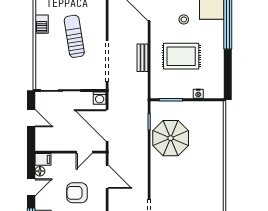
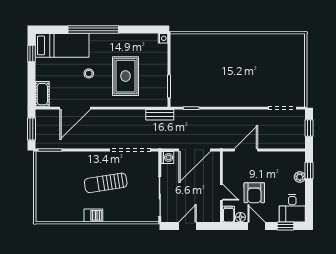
bench: (142, 58) -> (160, 115), moved
nightstand: (198, 94) -> (163, 38), moved
parasol: (171, 138) -> (207, 87), removed
door: (84, 152) -> (221, 192), moved
armchair: (77, 193) -> (254, 193), moved

